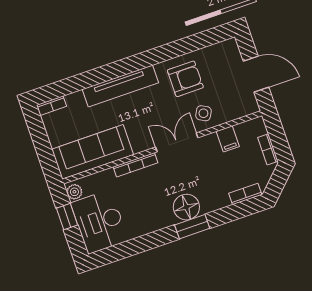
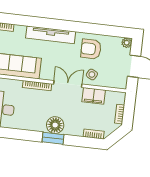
plant: (230, 47) -> (127, 43), added
armchair: (185, 79) -> (91, 49), turned 180
filing cabinet: (228, 139) -> (94, 96), width x2.00

